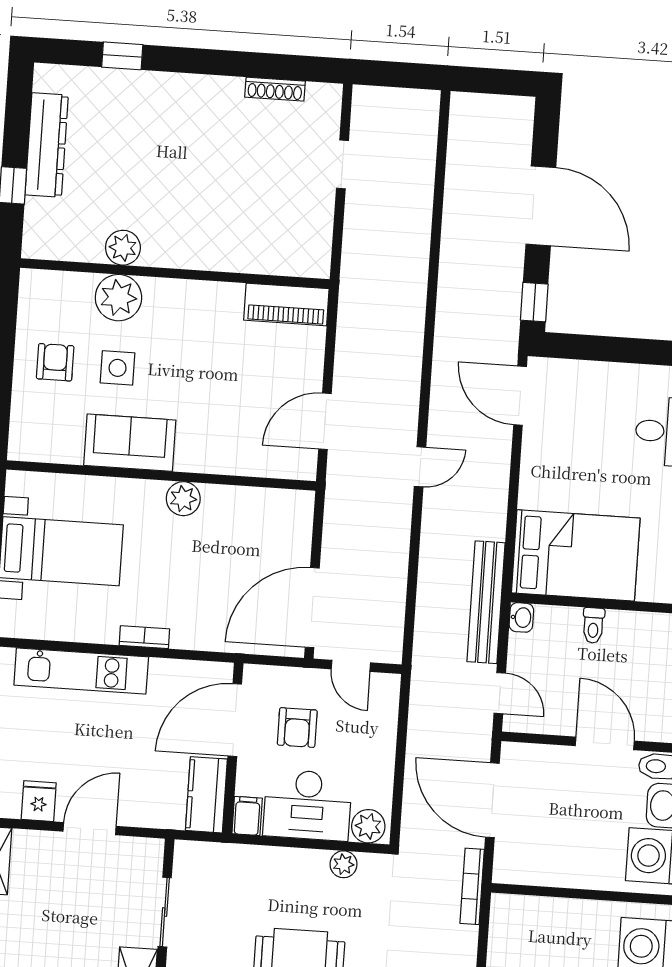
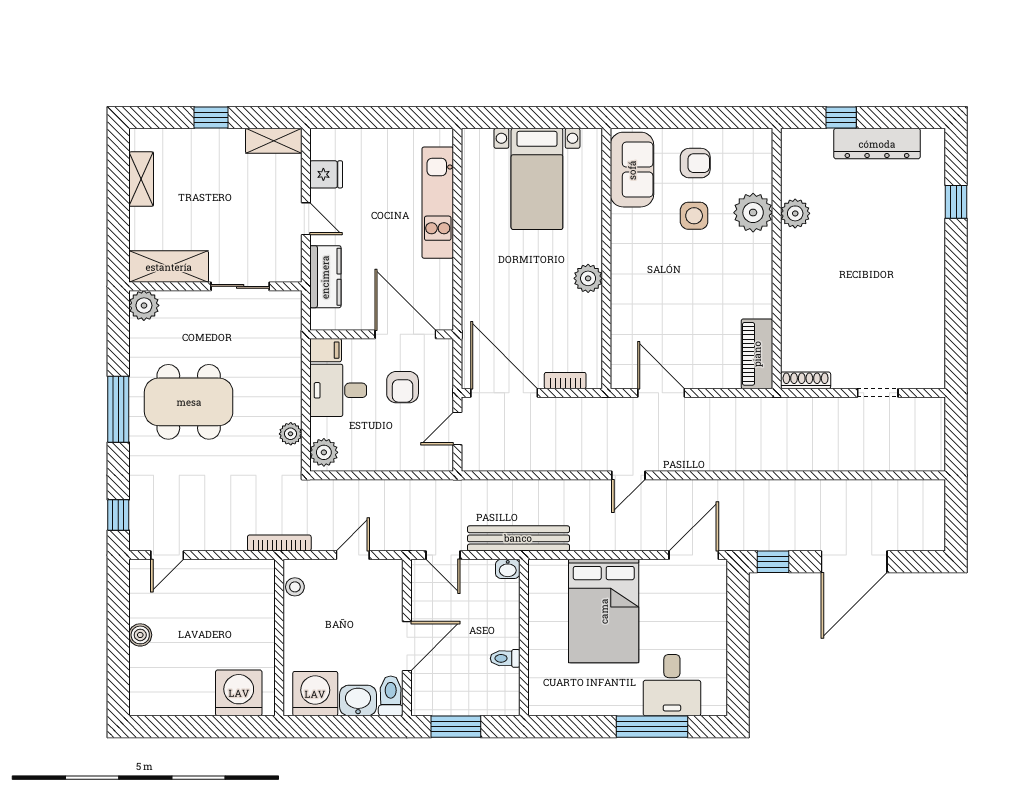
shoe rack: (275, 89) -> (806, 380), moved, turned 90
sofa: (130, 443) -> (632, 170), moved
door: (420, 467) -> (628, 475), hinge flipped
bed: (576, 555) -> (604, 611), moved
toilet: (593, 625) -> (505, 658), moved
bookcase: (144, 637) -> (565, 381), moved, turned -90
door: (500, 693) -> (443, 555), hinge flipped
armchair: (297, 728) -> (403, 387), turned -90
kitchen counter: (206, 795) -> (325, 277), moved, turned 90
door: (492, 800) -> (353, 555), width x0.53
desk: (307, 805) -> (338, 390), width x0.73
door: (90, 829) -> (306, 219), width x0.73
stool: (525, 871) -> (295, 587), added

